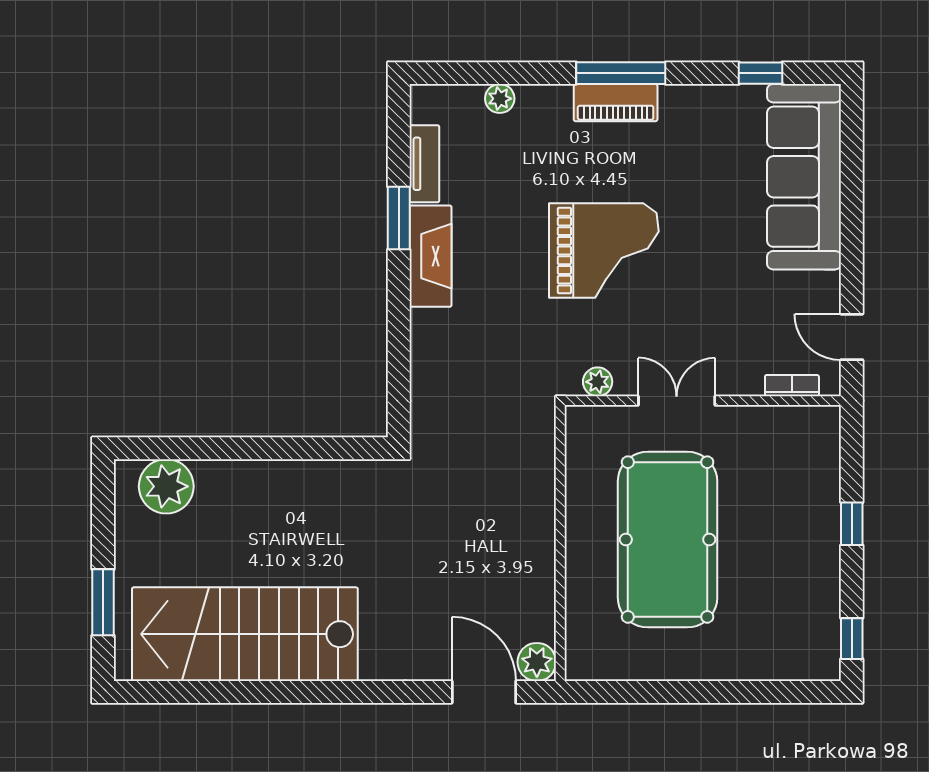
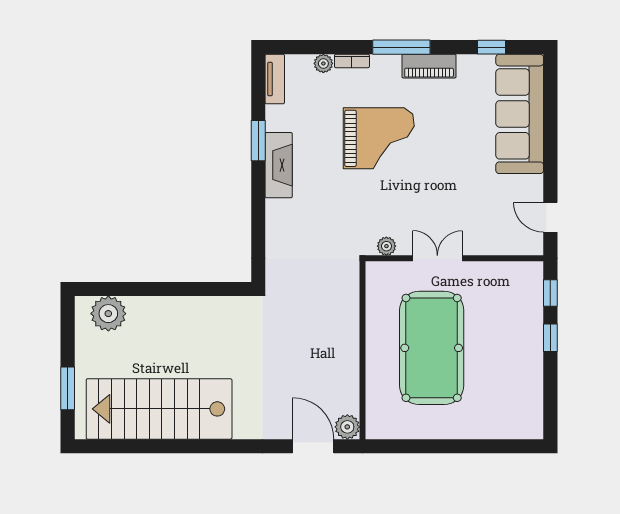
piano: (616, 103) -> (429, 66), moved
tv unit: (424, 164) -> (275, 79), moved
grand piano: (604, 251) -> (379, 138), moved
bookcase: (792, 386) -> (352, 61), moved, turned 180
window: (852, 639) -> (550, 293), moved

